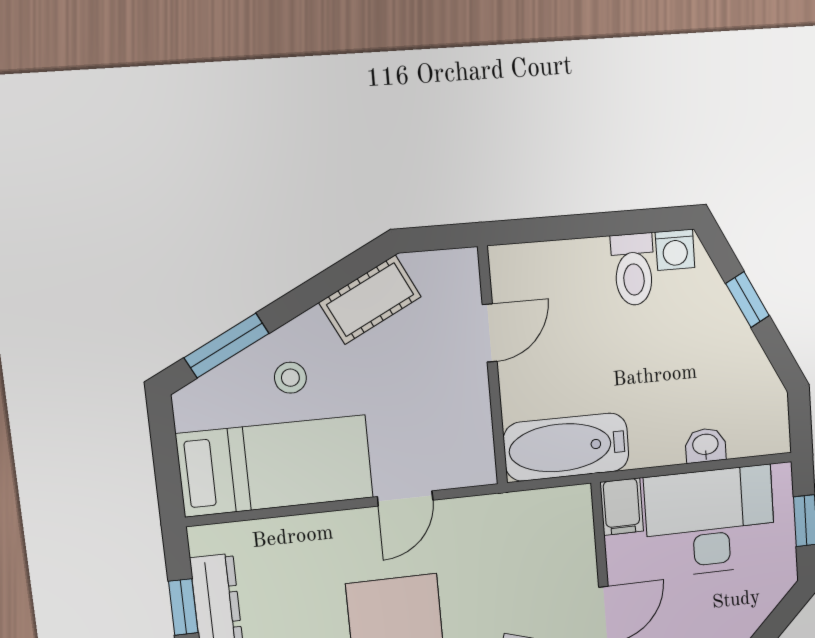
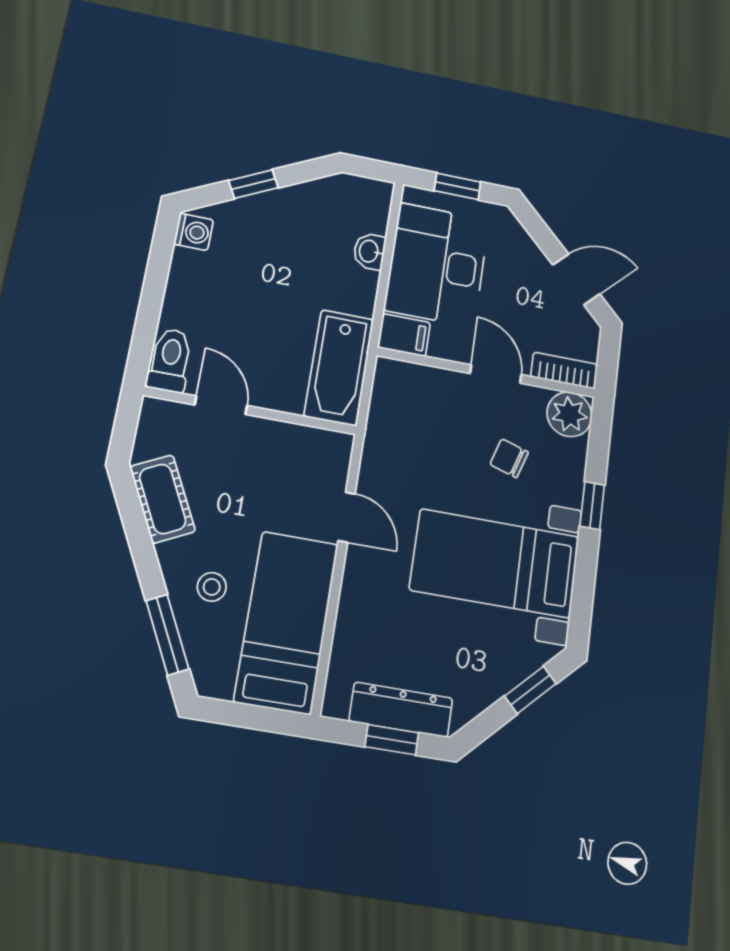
toilet: (633, 270) -> (170, 360), moved, turned -90

